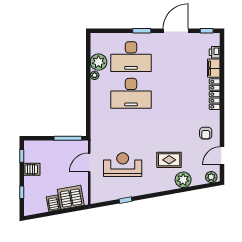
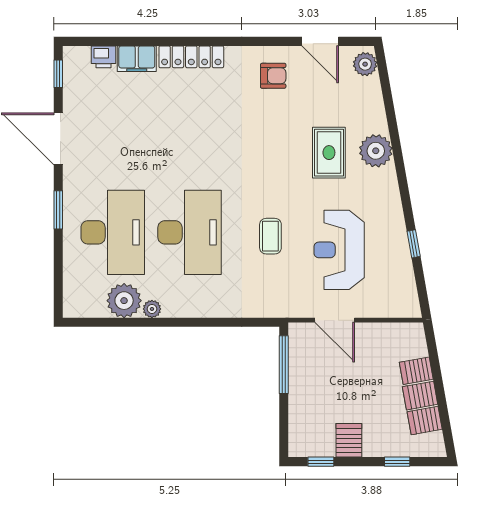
coffee table: (129, 132) -> (270, 236), added
plant: (183, 180) -> (376, 151), moved
server rack: (71, 197) -> (416, 371), width x0.46, depth x0.70
server rack: (41, 205) -> (425, 421), added

